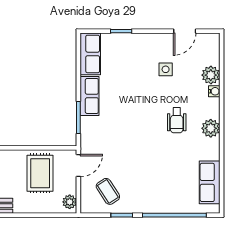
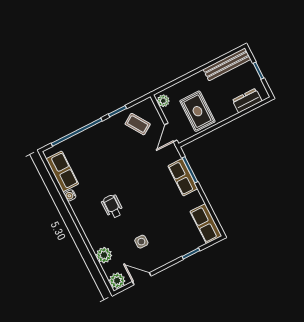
door: (185, 31) -> (142, 279), hinge flipped
water cooler: (214, 91) -> (70, 195), moved
row of seats: (90, 96) -> (183, 177), moved
plant: (211, 128) -> (117, 281), moved

